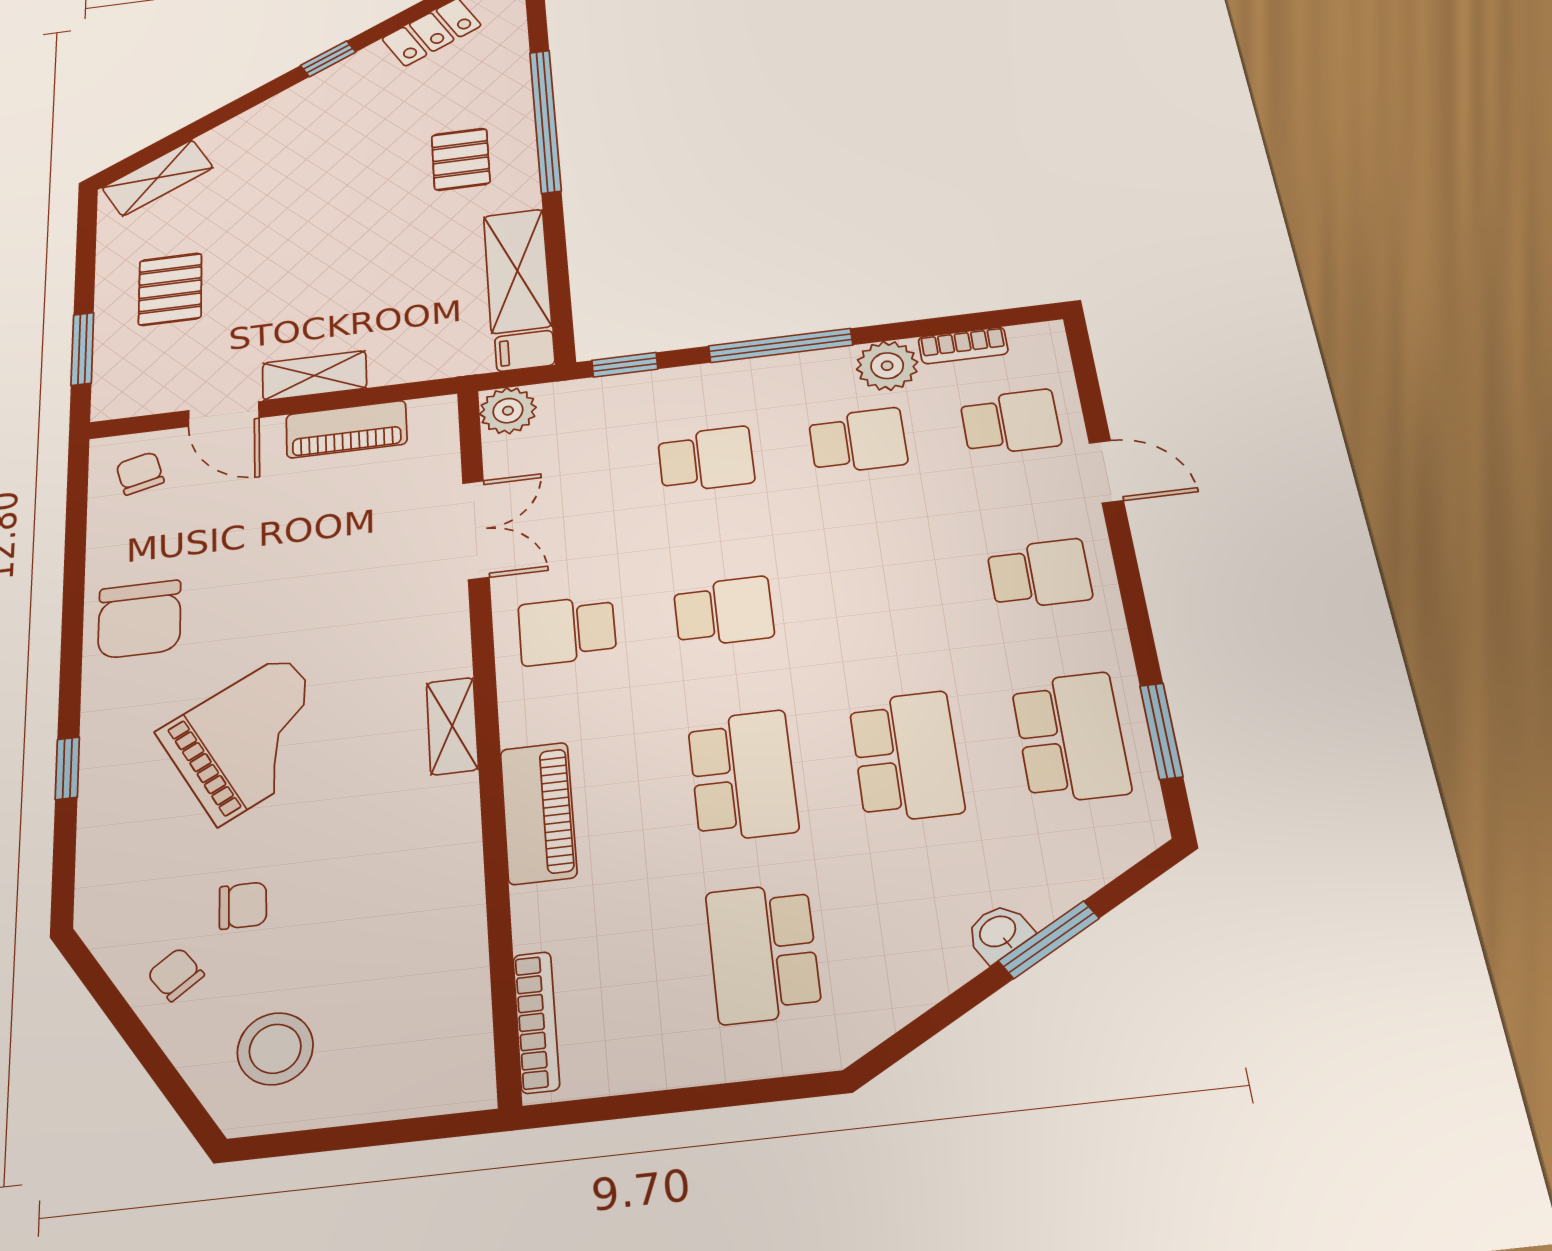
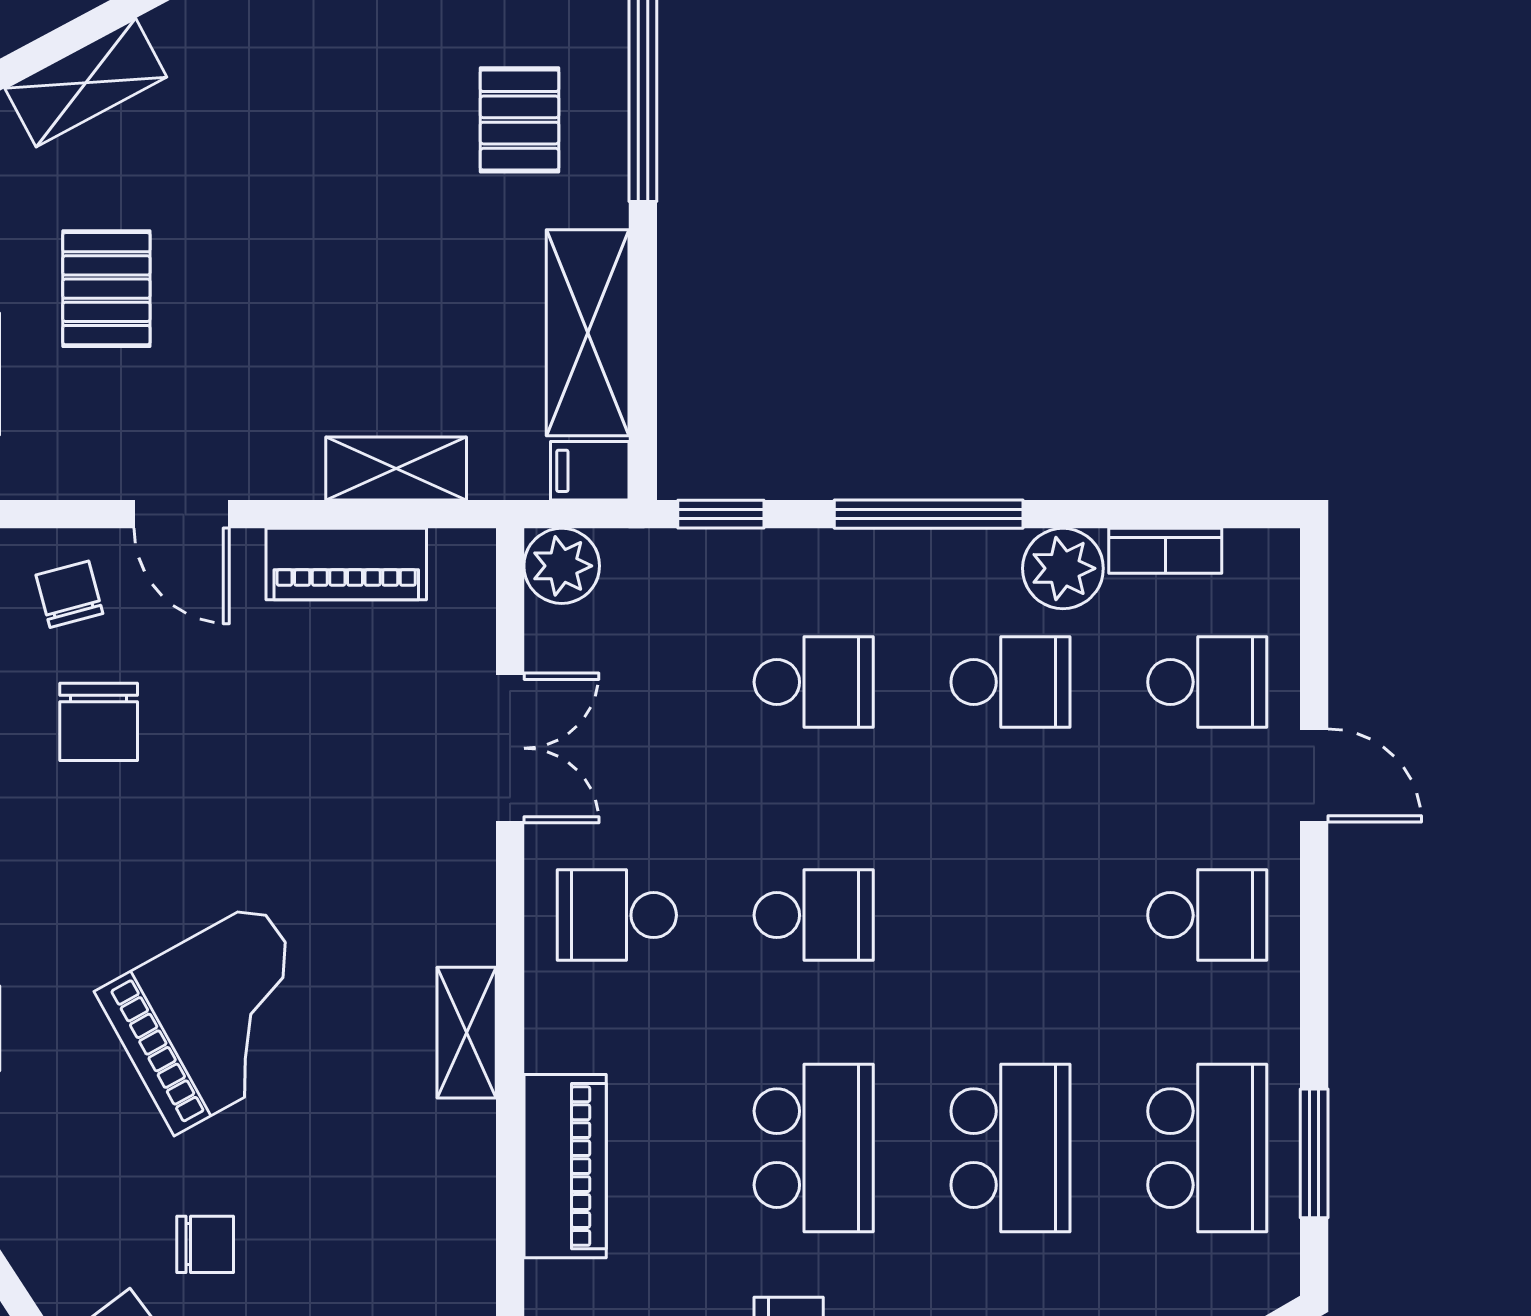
shelving: (314, 376) -> (396, 469), moved
chair: (139, 619) -> (99, 722), moved, width x0.73, depth x0.73

